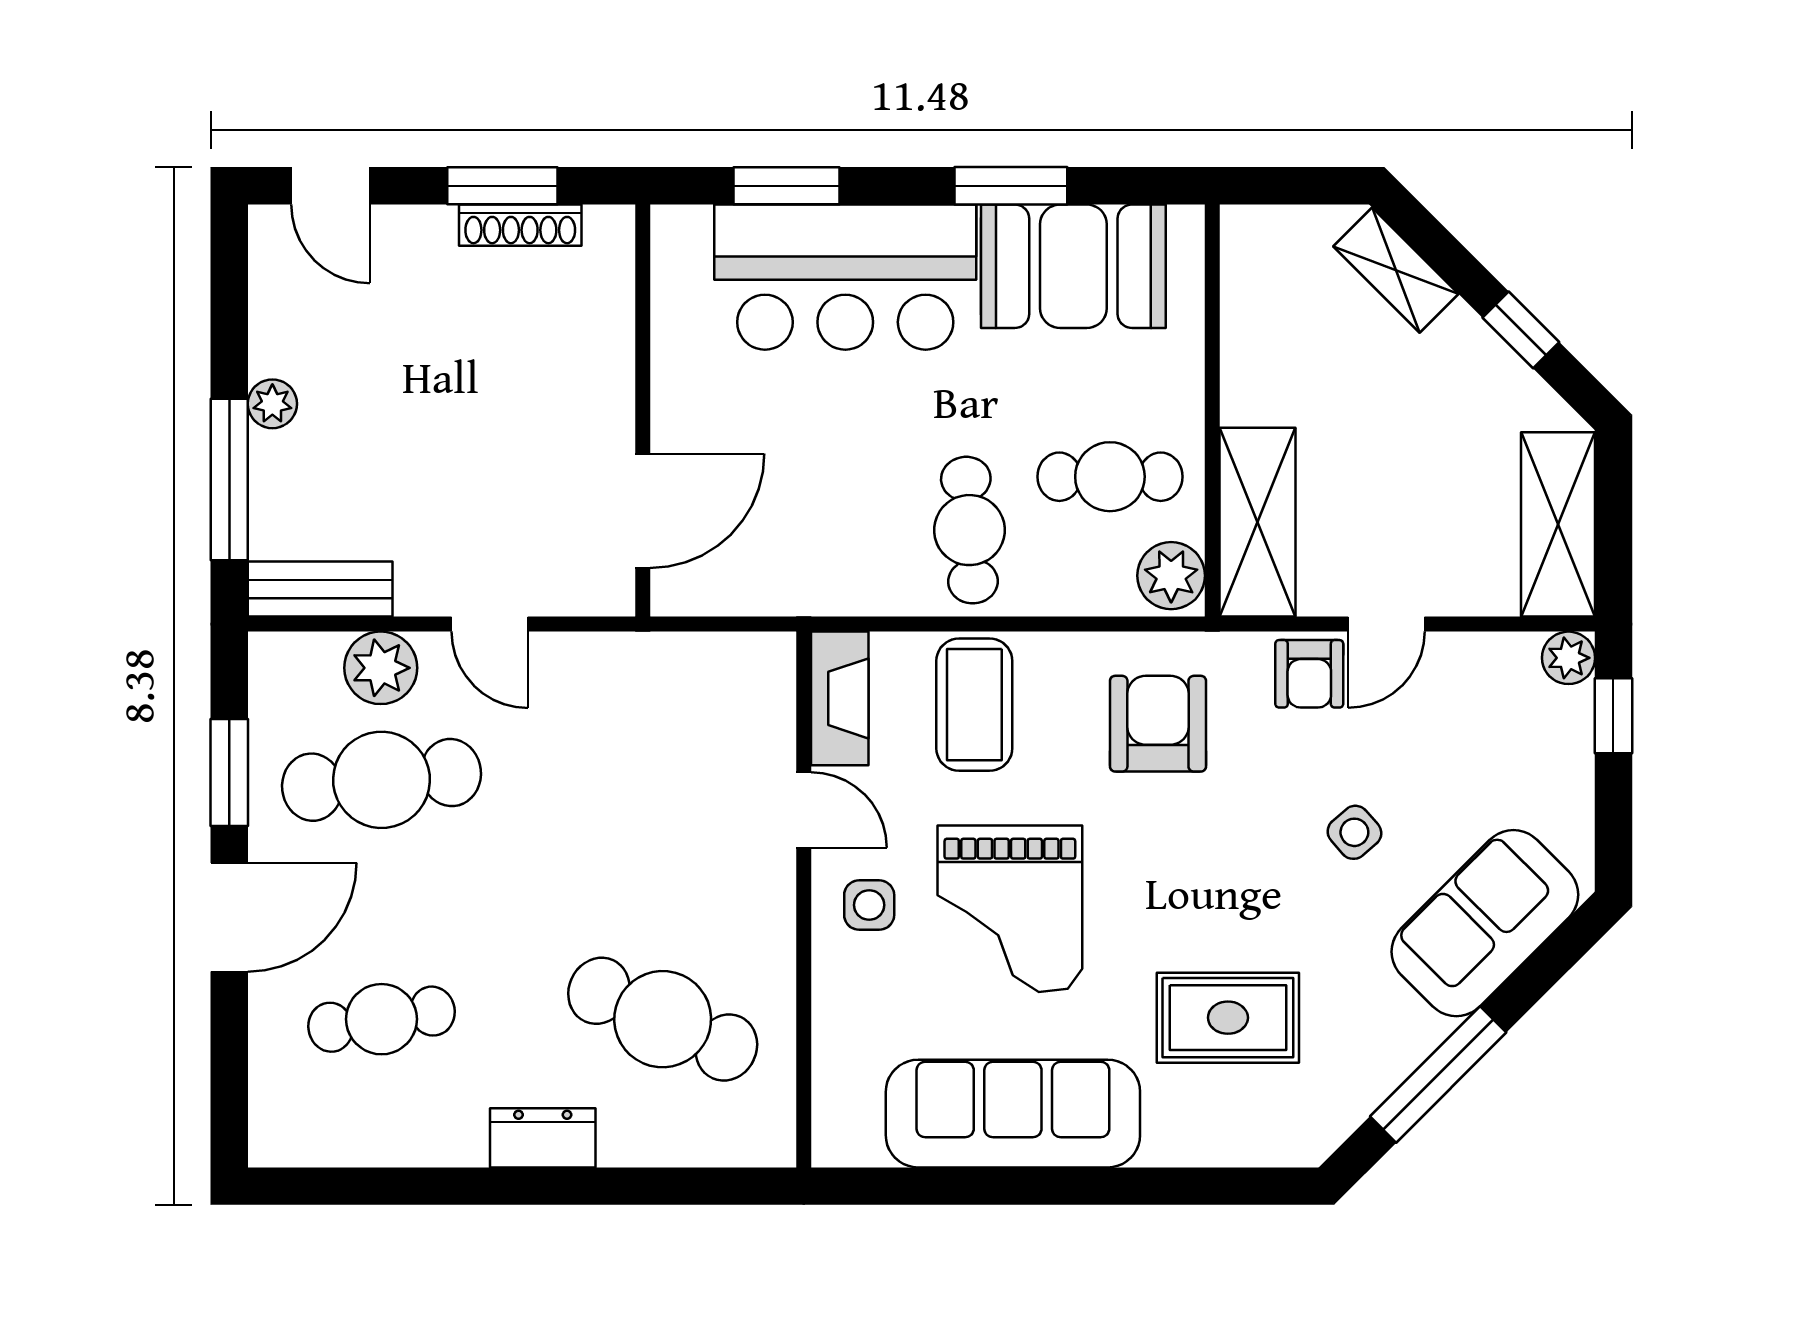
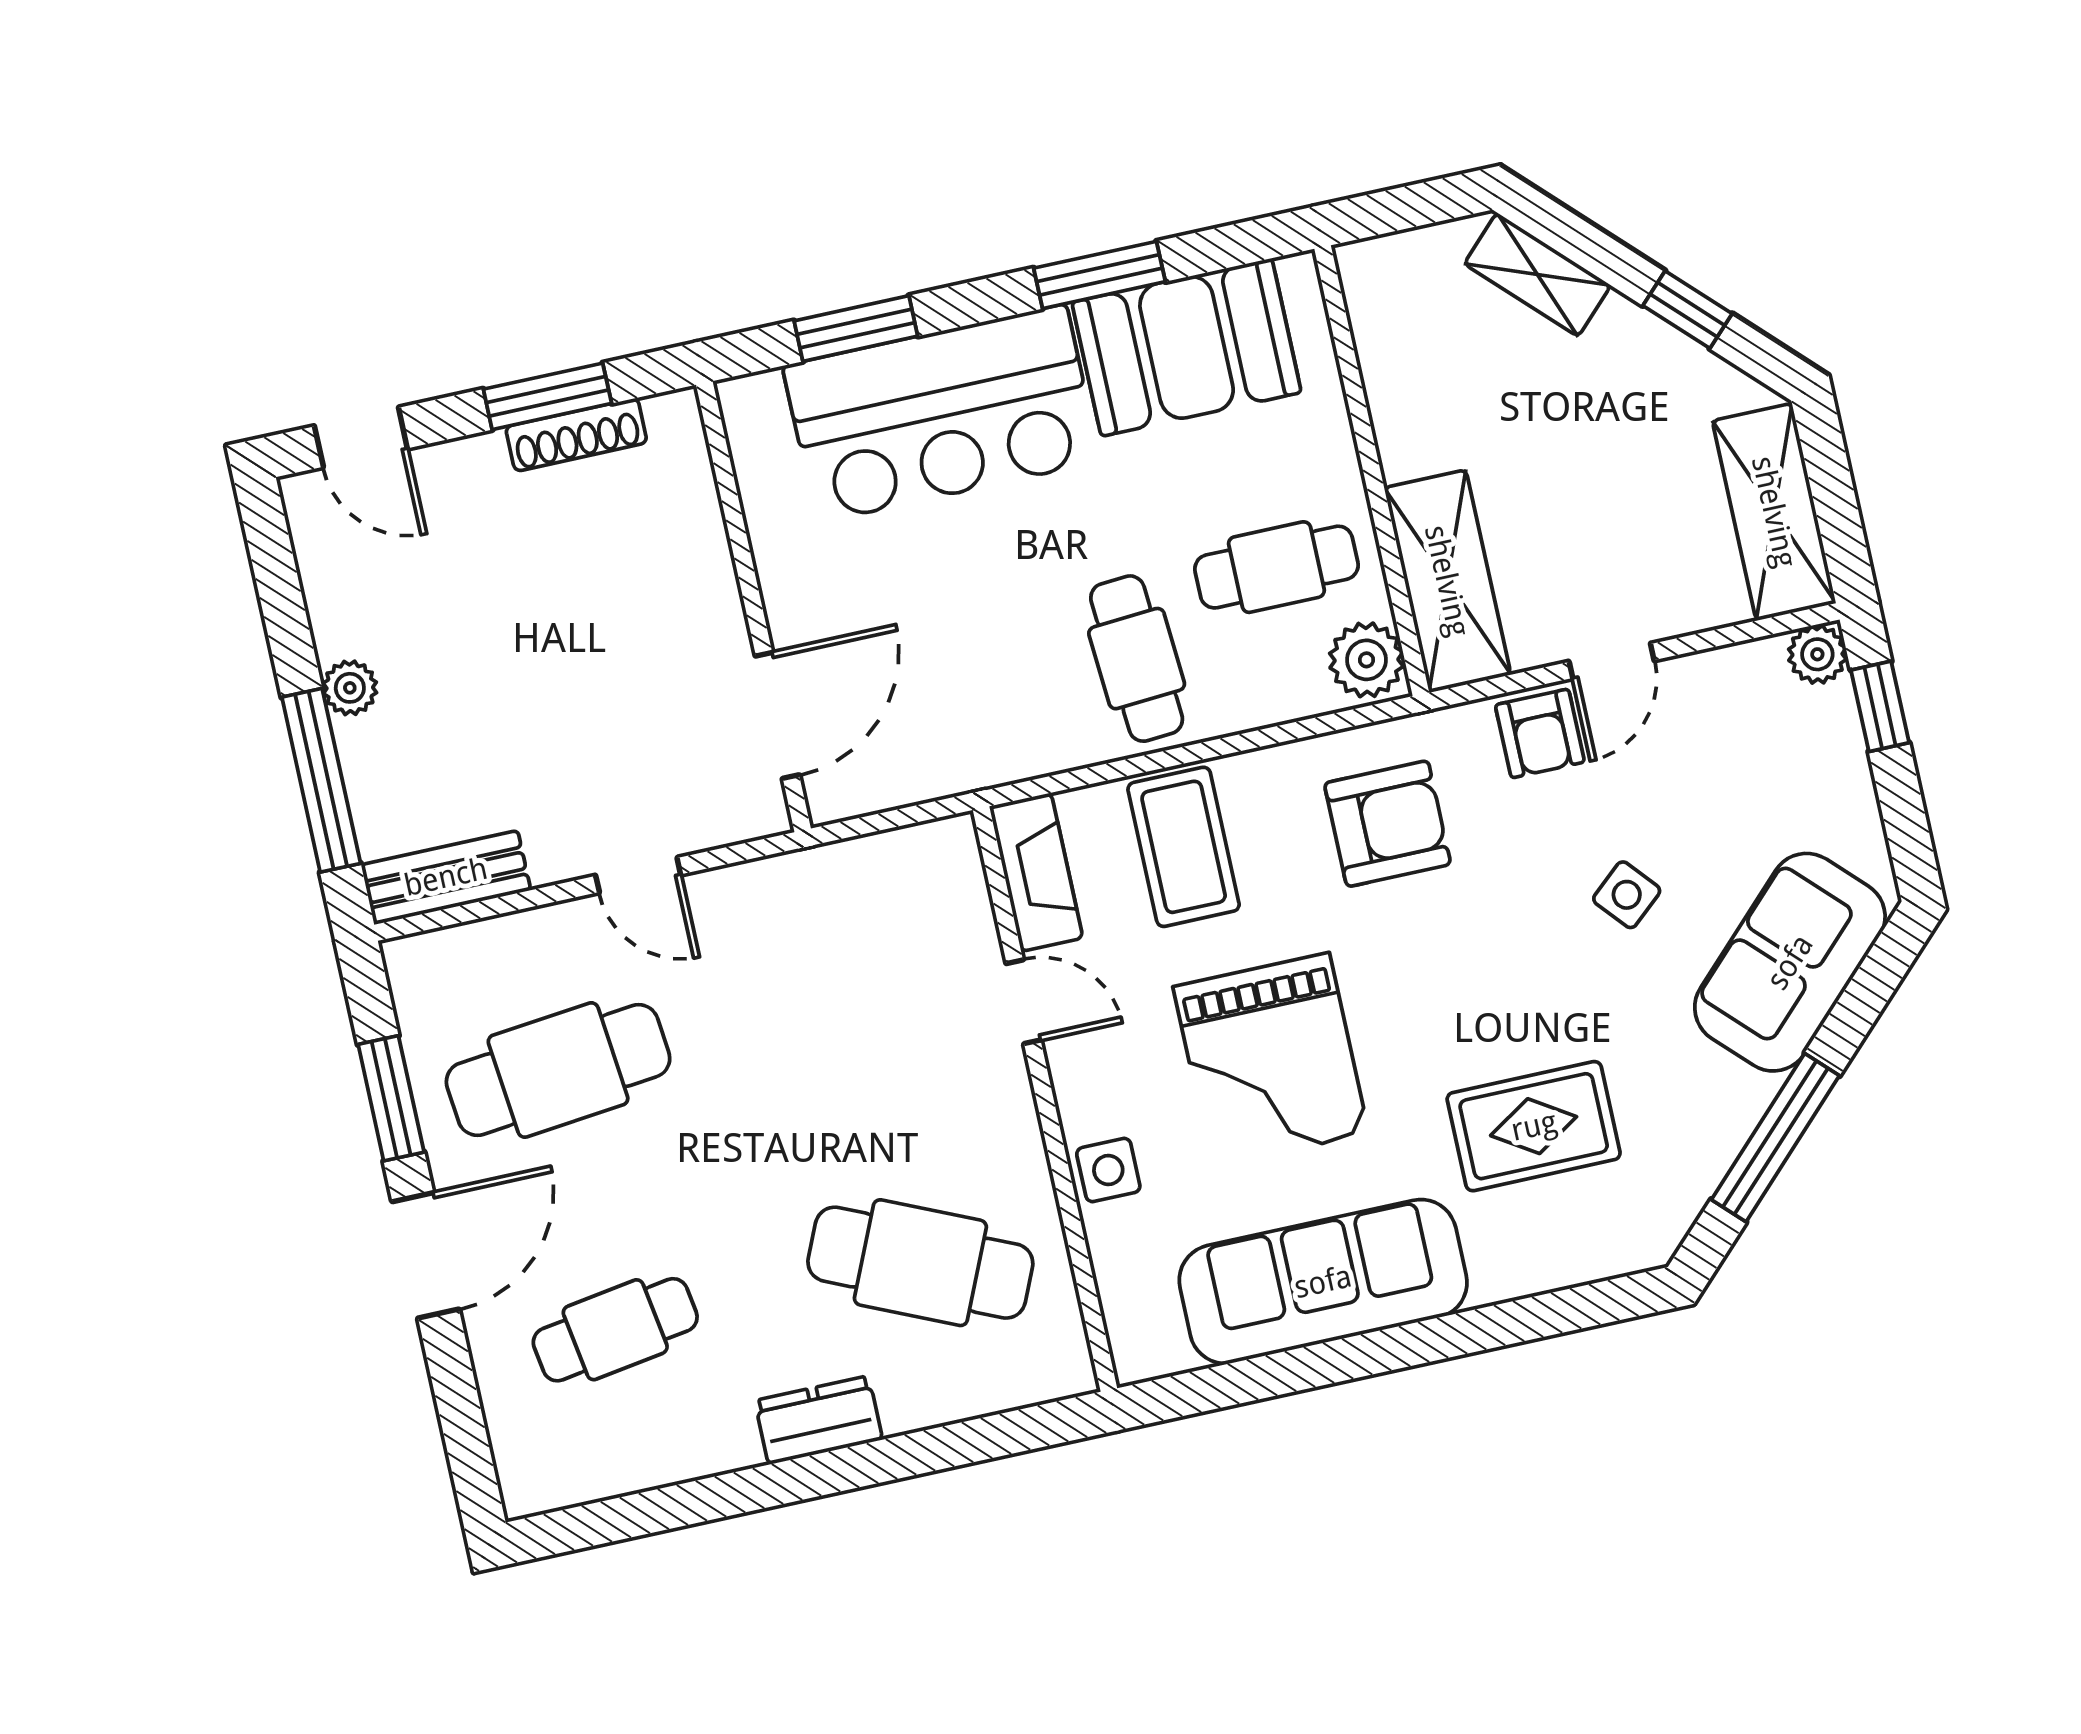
plant: (381, 668) -> (530, 949), removed
armchair: (1158, 724) -> (1387, 824), turned 90
side table: (869, 905) -> (1108, 1170), moved

